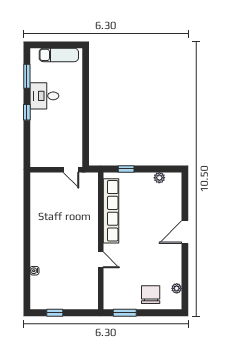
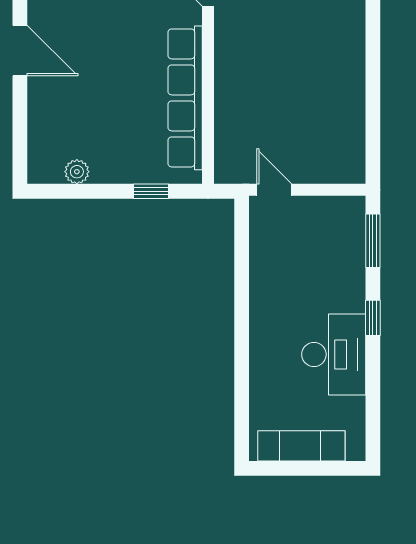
window: (27, 76) -> (373, 241), moved
desk: (44, 96) -> (334, 354), width x1.37
door: (185, 232) -> (20, 51), hinge flipped

